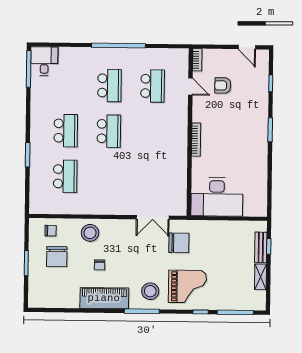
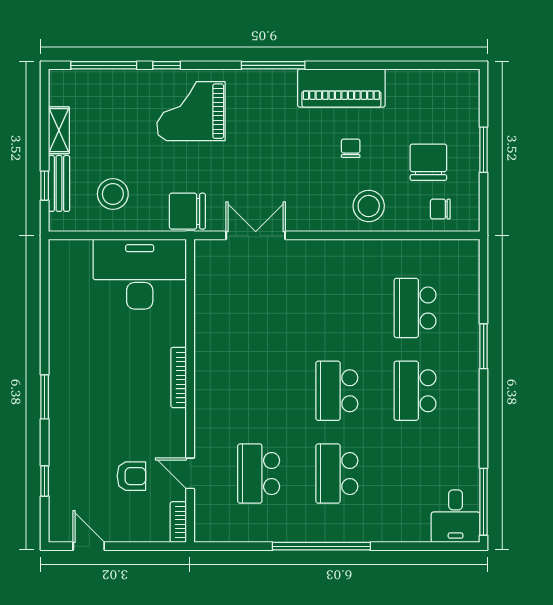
chair: (179, 243) -> (187, 211), moved
stool: (150, 291) -> (113, 194), moved

